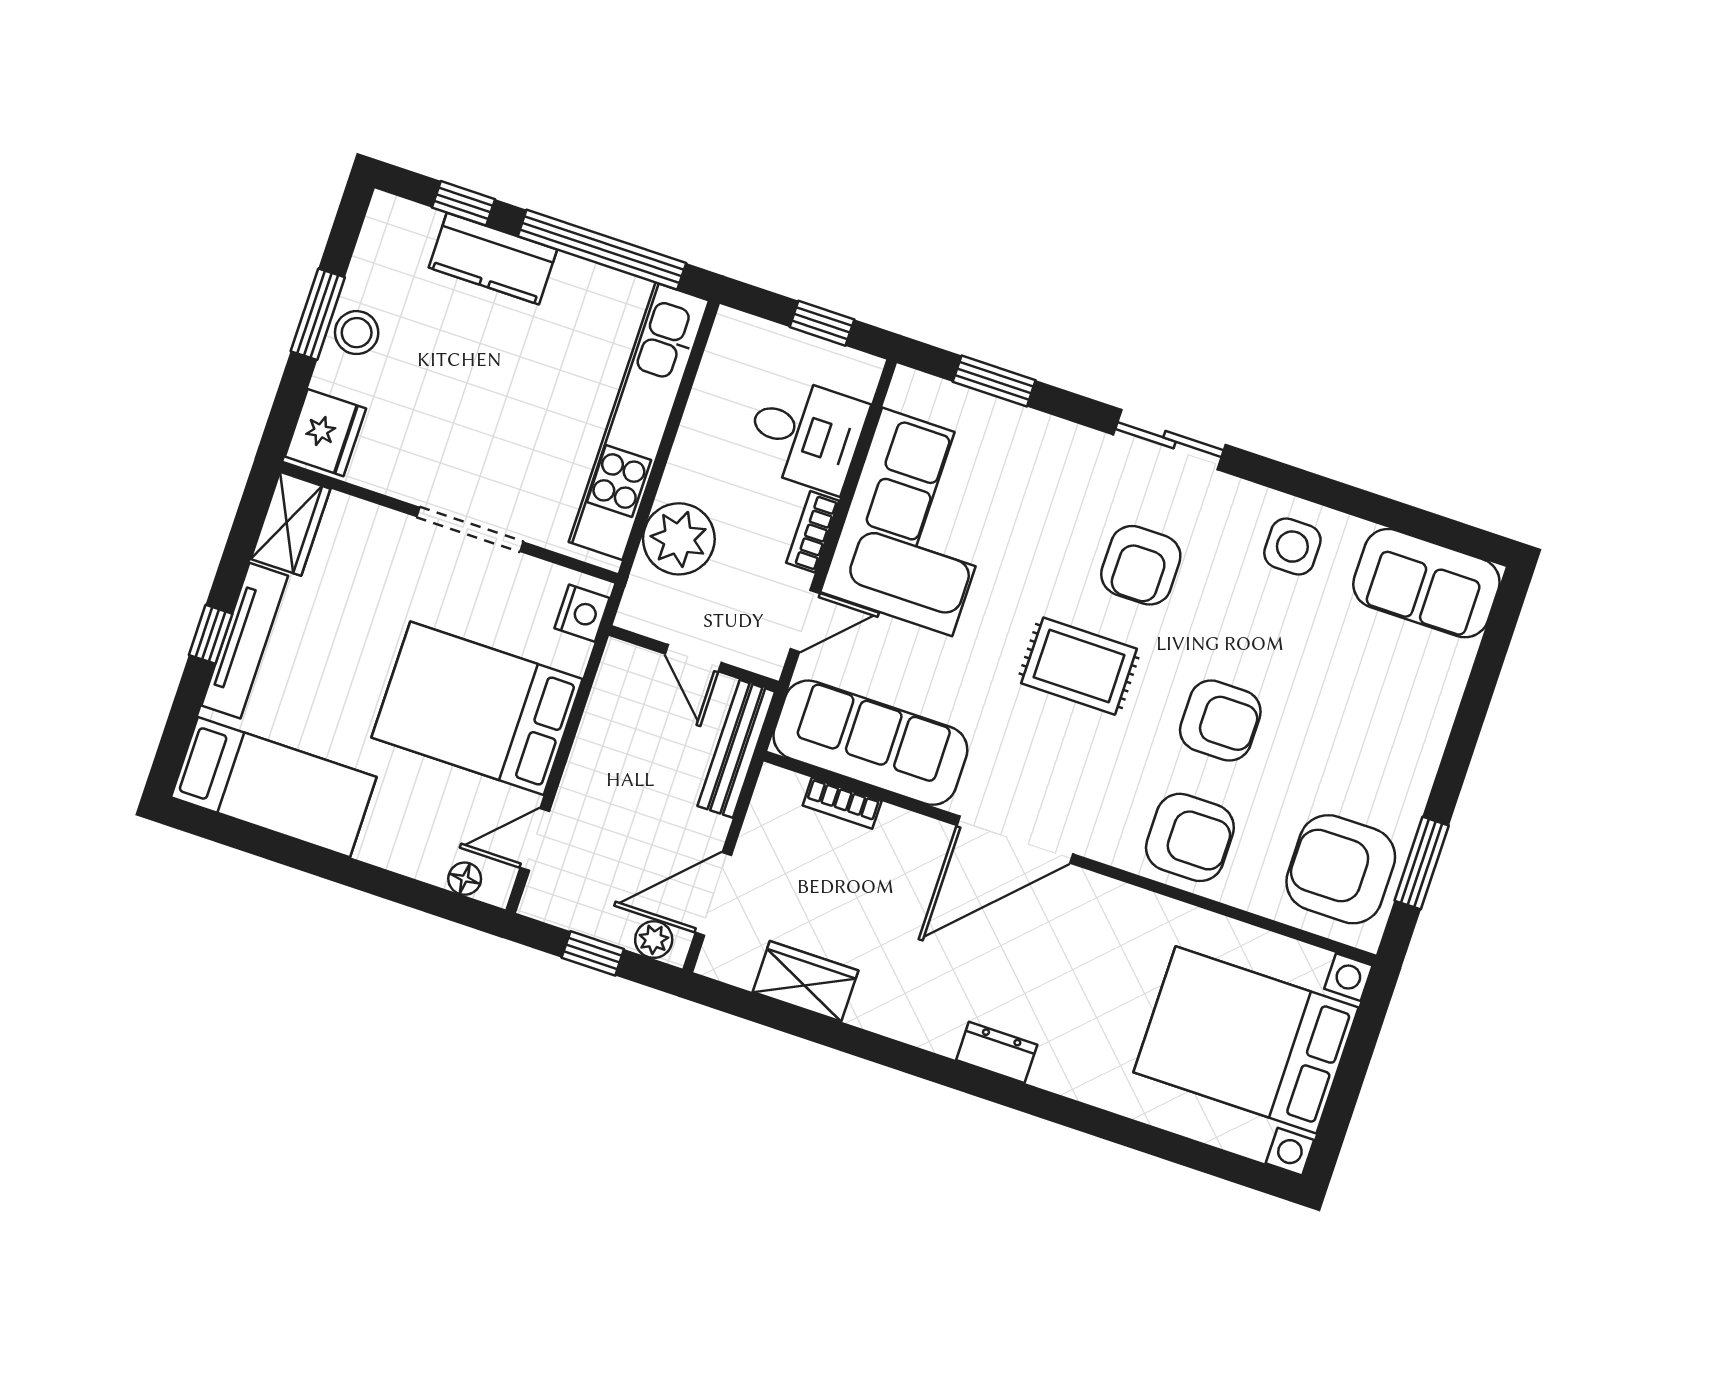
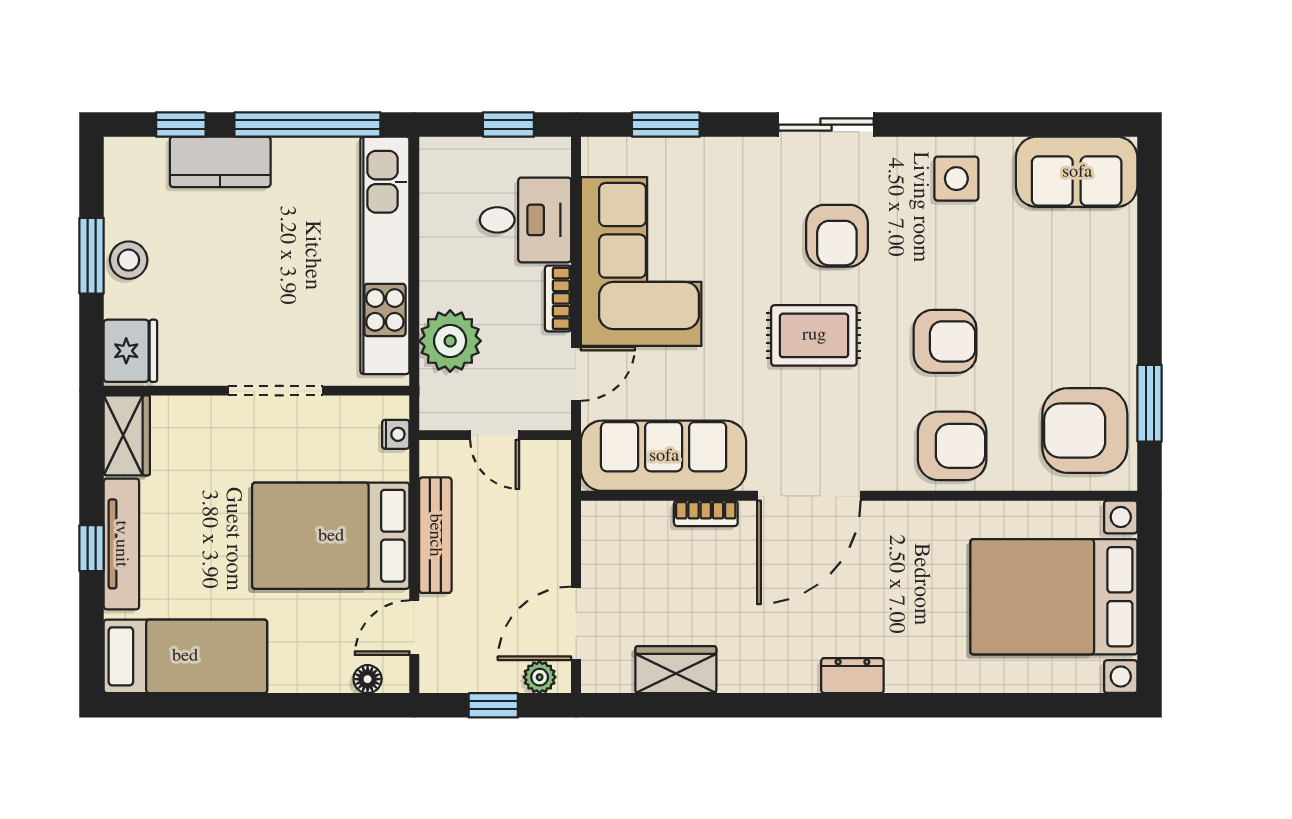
nightstand: (582, 613) -> (396, 434), width x0.72, depth x0.74
bench: (736, 749) -> (435, 535), moved
bookcase: (842, 803) -> (706, 513), moved

